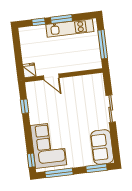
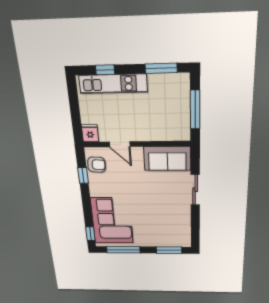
window: (61, 19) -> (161, 68), moved
kitchen unit: (70, 28) -> (113, 84), moved
armchair: (35, 96) -> (97, 165), added
sofa: (102, 147) -> (167, 159), moved, turned -90

